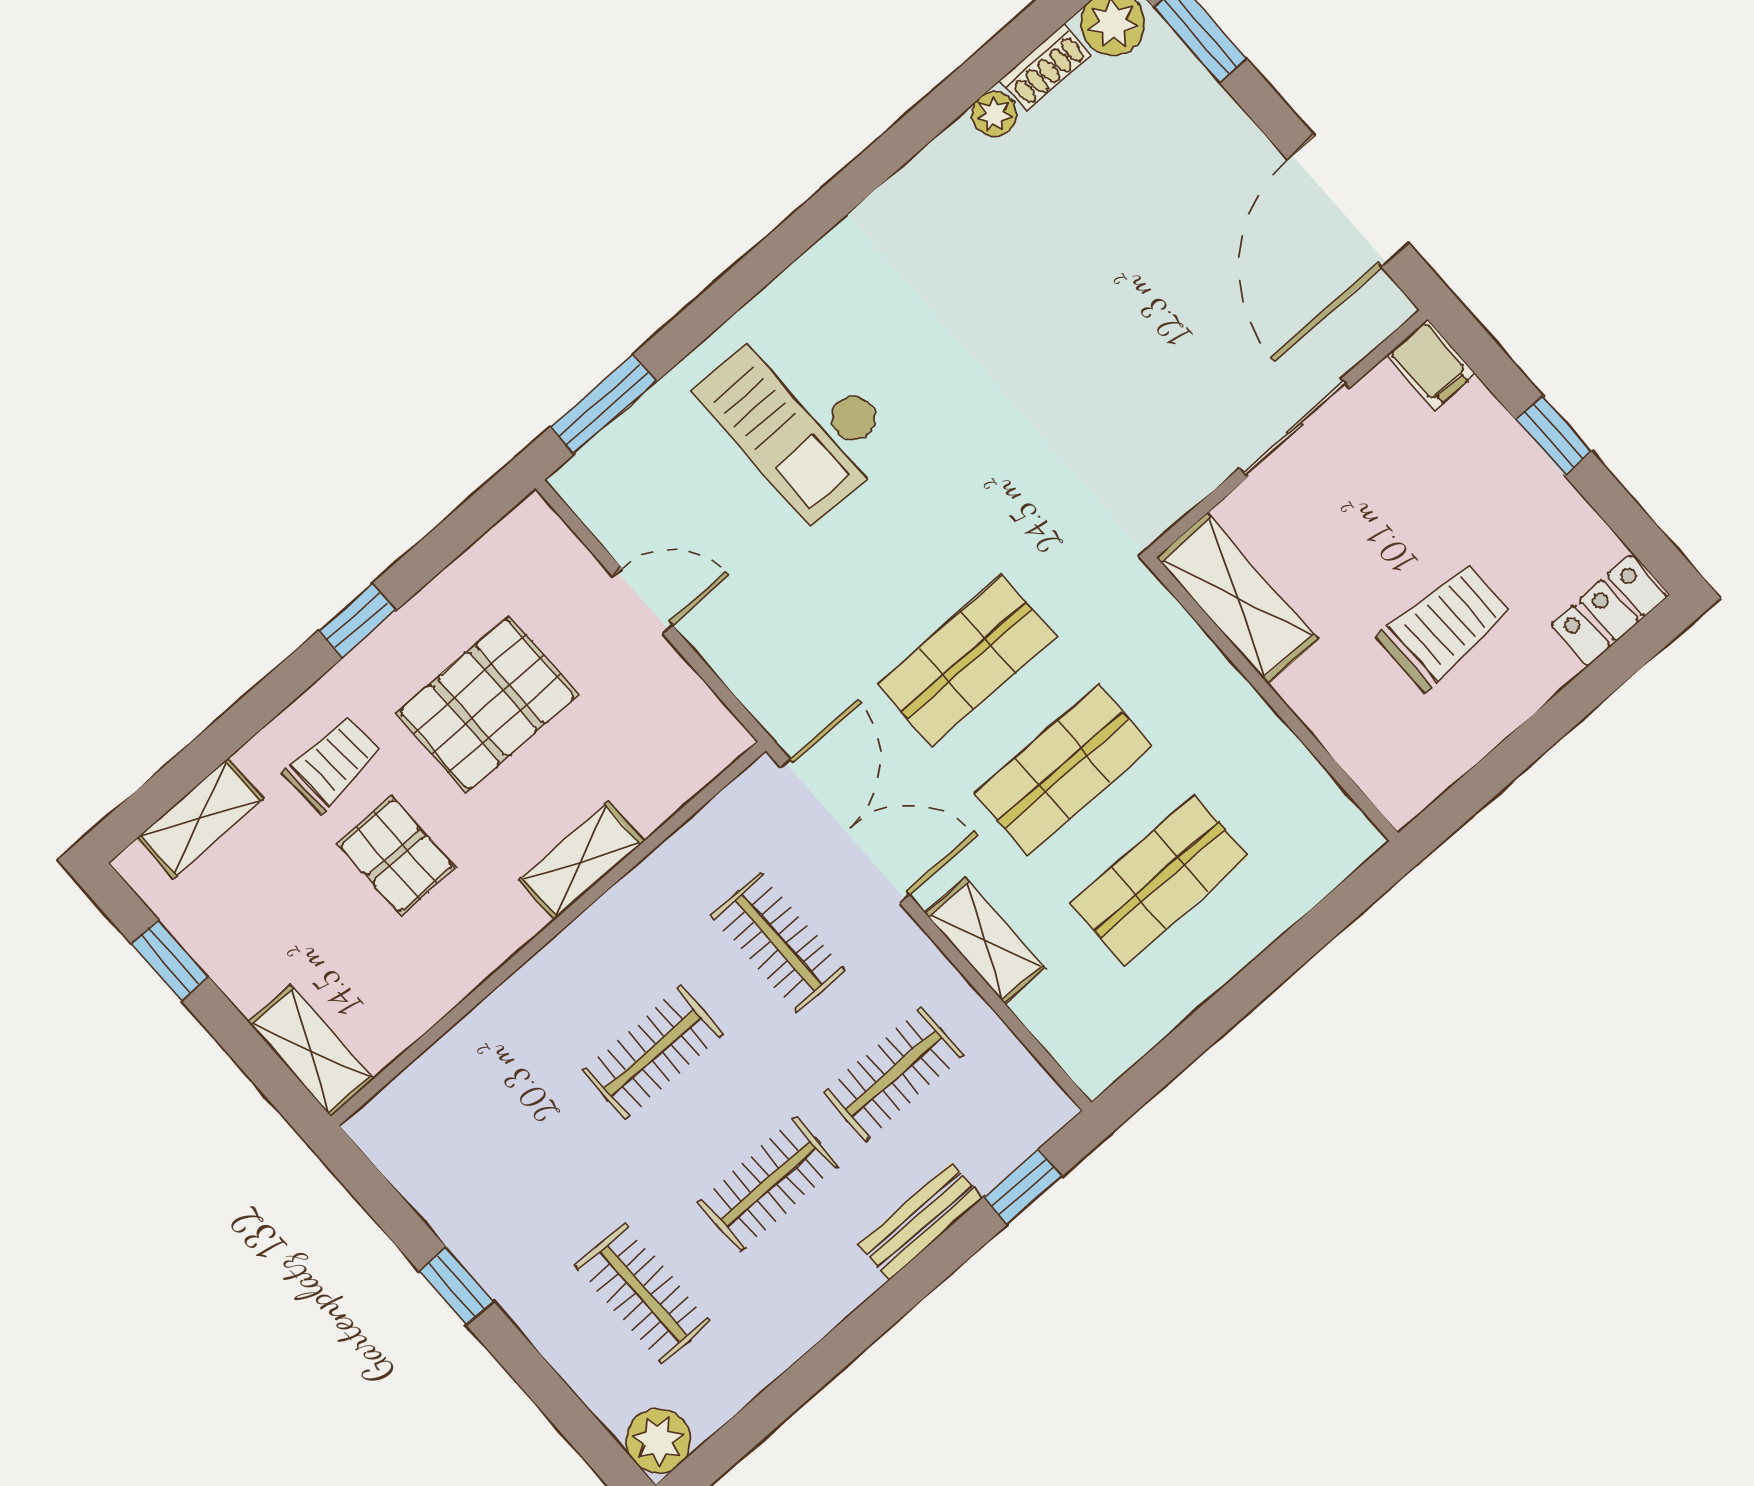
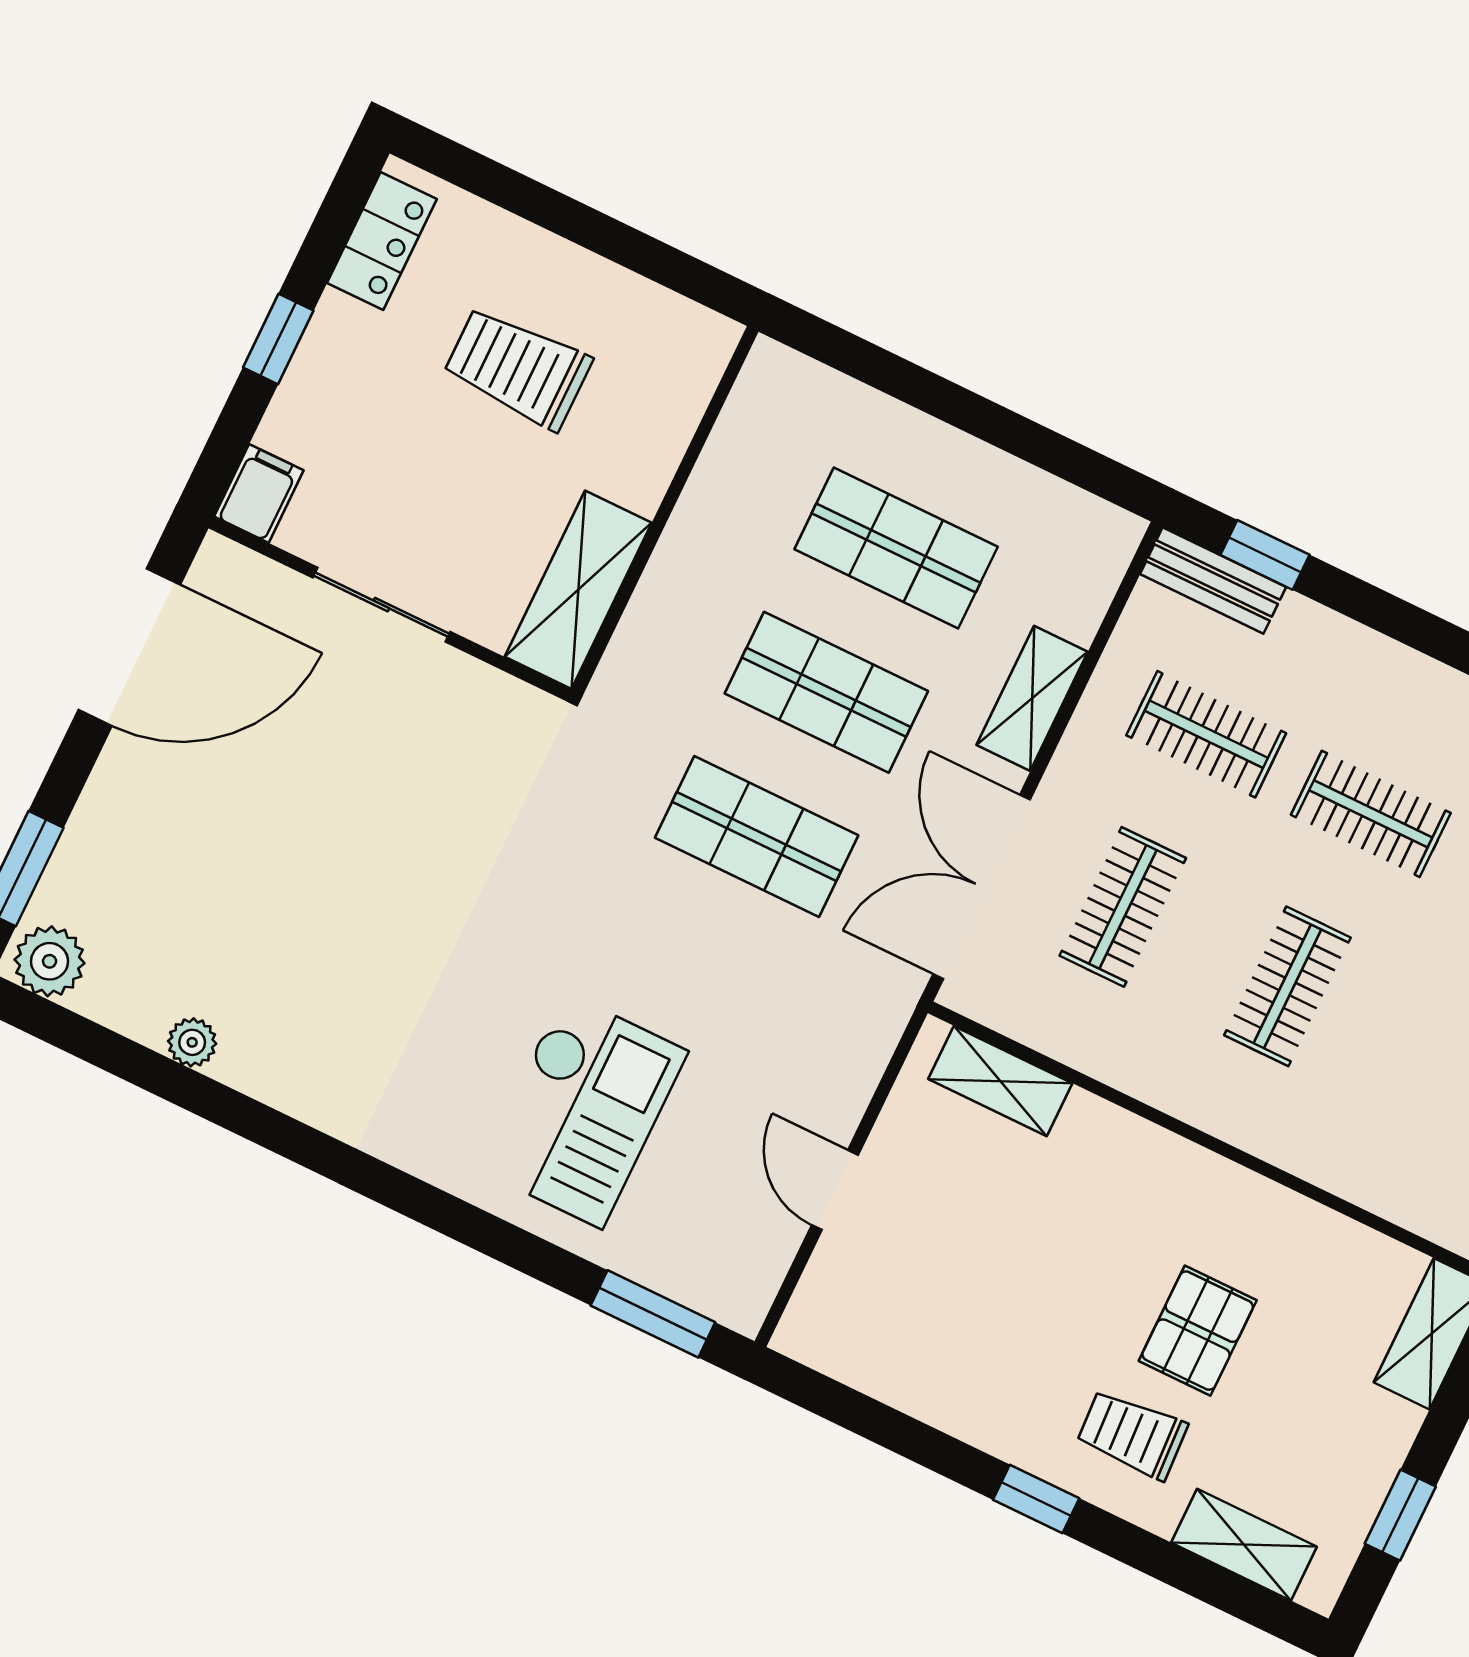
shoe rack: (1046, 67) -> (123, 1011), removed
locker: (1609, 611) -> (382, 241), moved, turned -90
window: (357, 621) -> (1036, 1499), moved
pallet: (487, 704) -> (1006, 1303), removed
shelving: (581, 861) -> (1000, 1081), moved
clothes rail: (653, 1053) -> (1287, 986), turned 90
bench: (921, 1221) -> (1213, 581), moved

